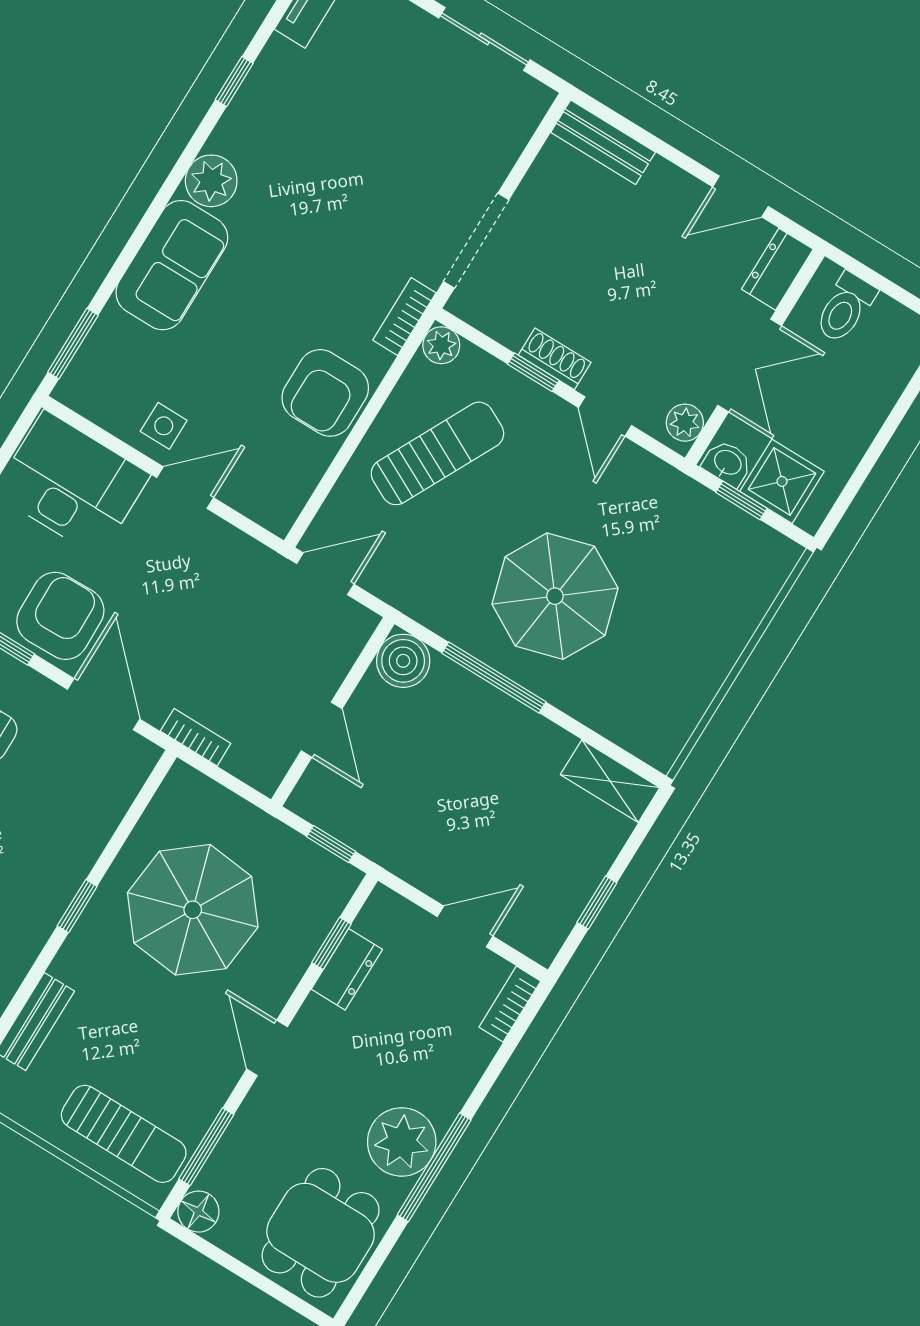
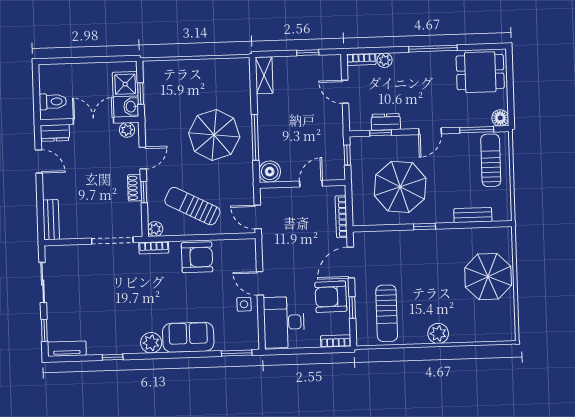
bookcase: (196, 737) -> (341, 217), width x1.56
plant: (402, 1142) -> (385, 60), moved, width x0.53, depth x0.53

